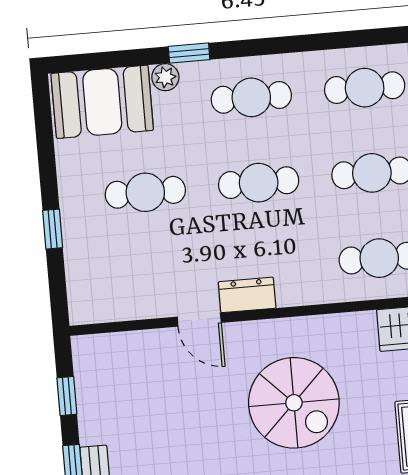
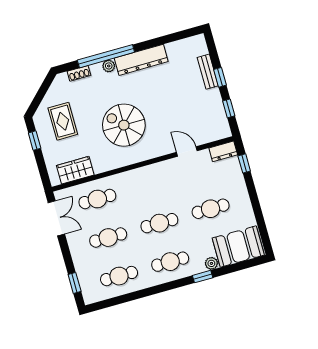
window: (53, 229) -> (244, 163), moved
dresser: (247, 295) -> (223, 151), moved
door: (199, 320) -> (187, 151), moved

